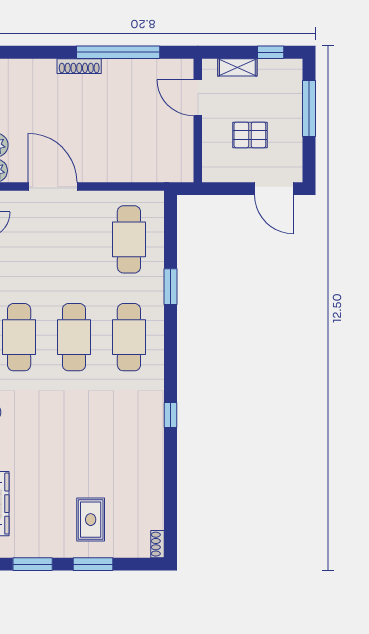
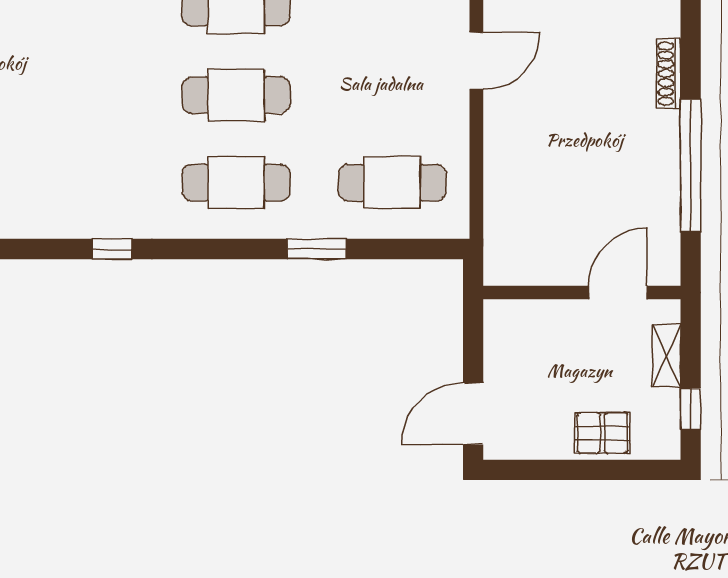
shoe rack: (79, 66) -> (669, 74), moved
window: (309, 109) -> (601, 470), removed
pallet: (250, 135) -> (602, 433), moved, turned 90
door: (53, 187) -> (476, 61), width x0.73

